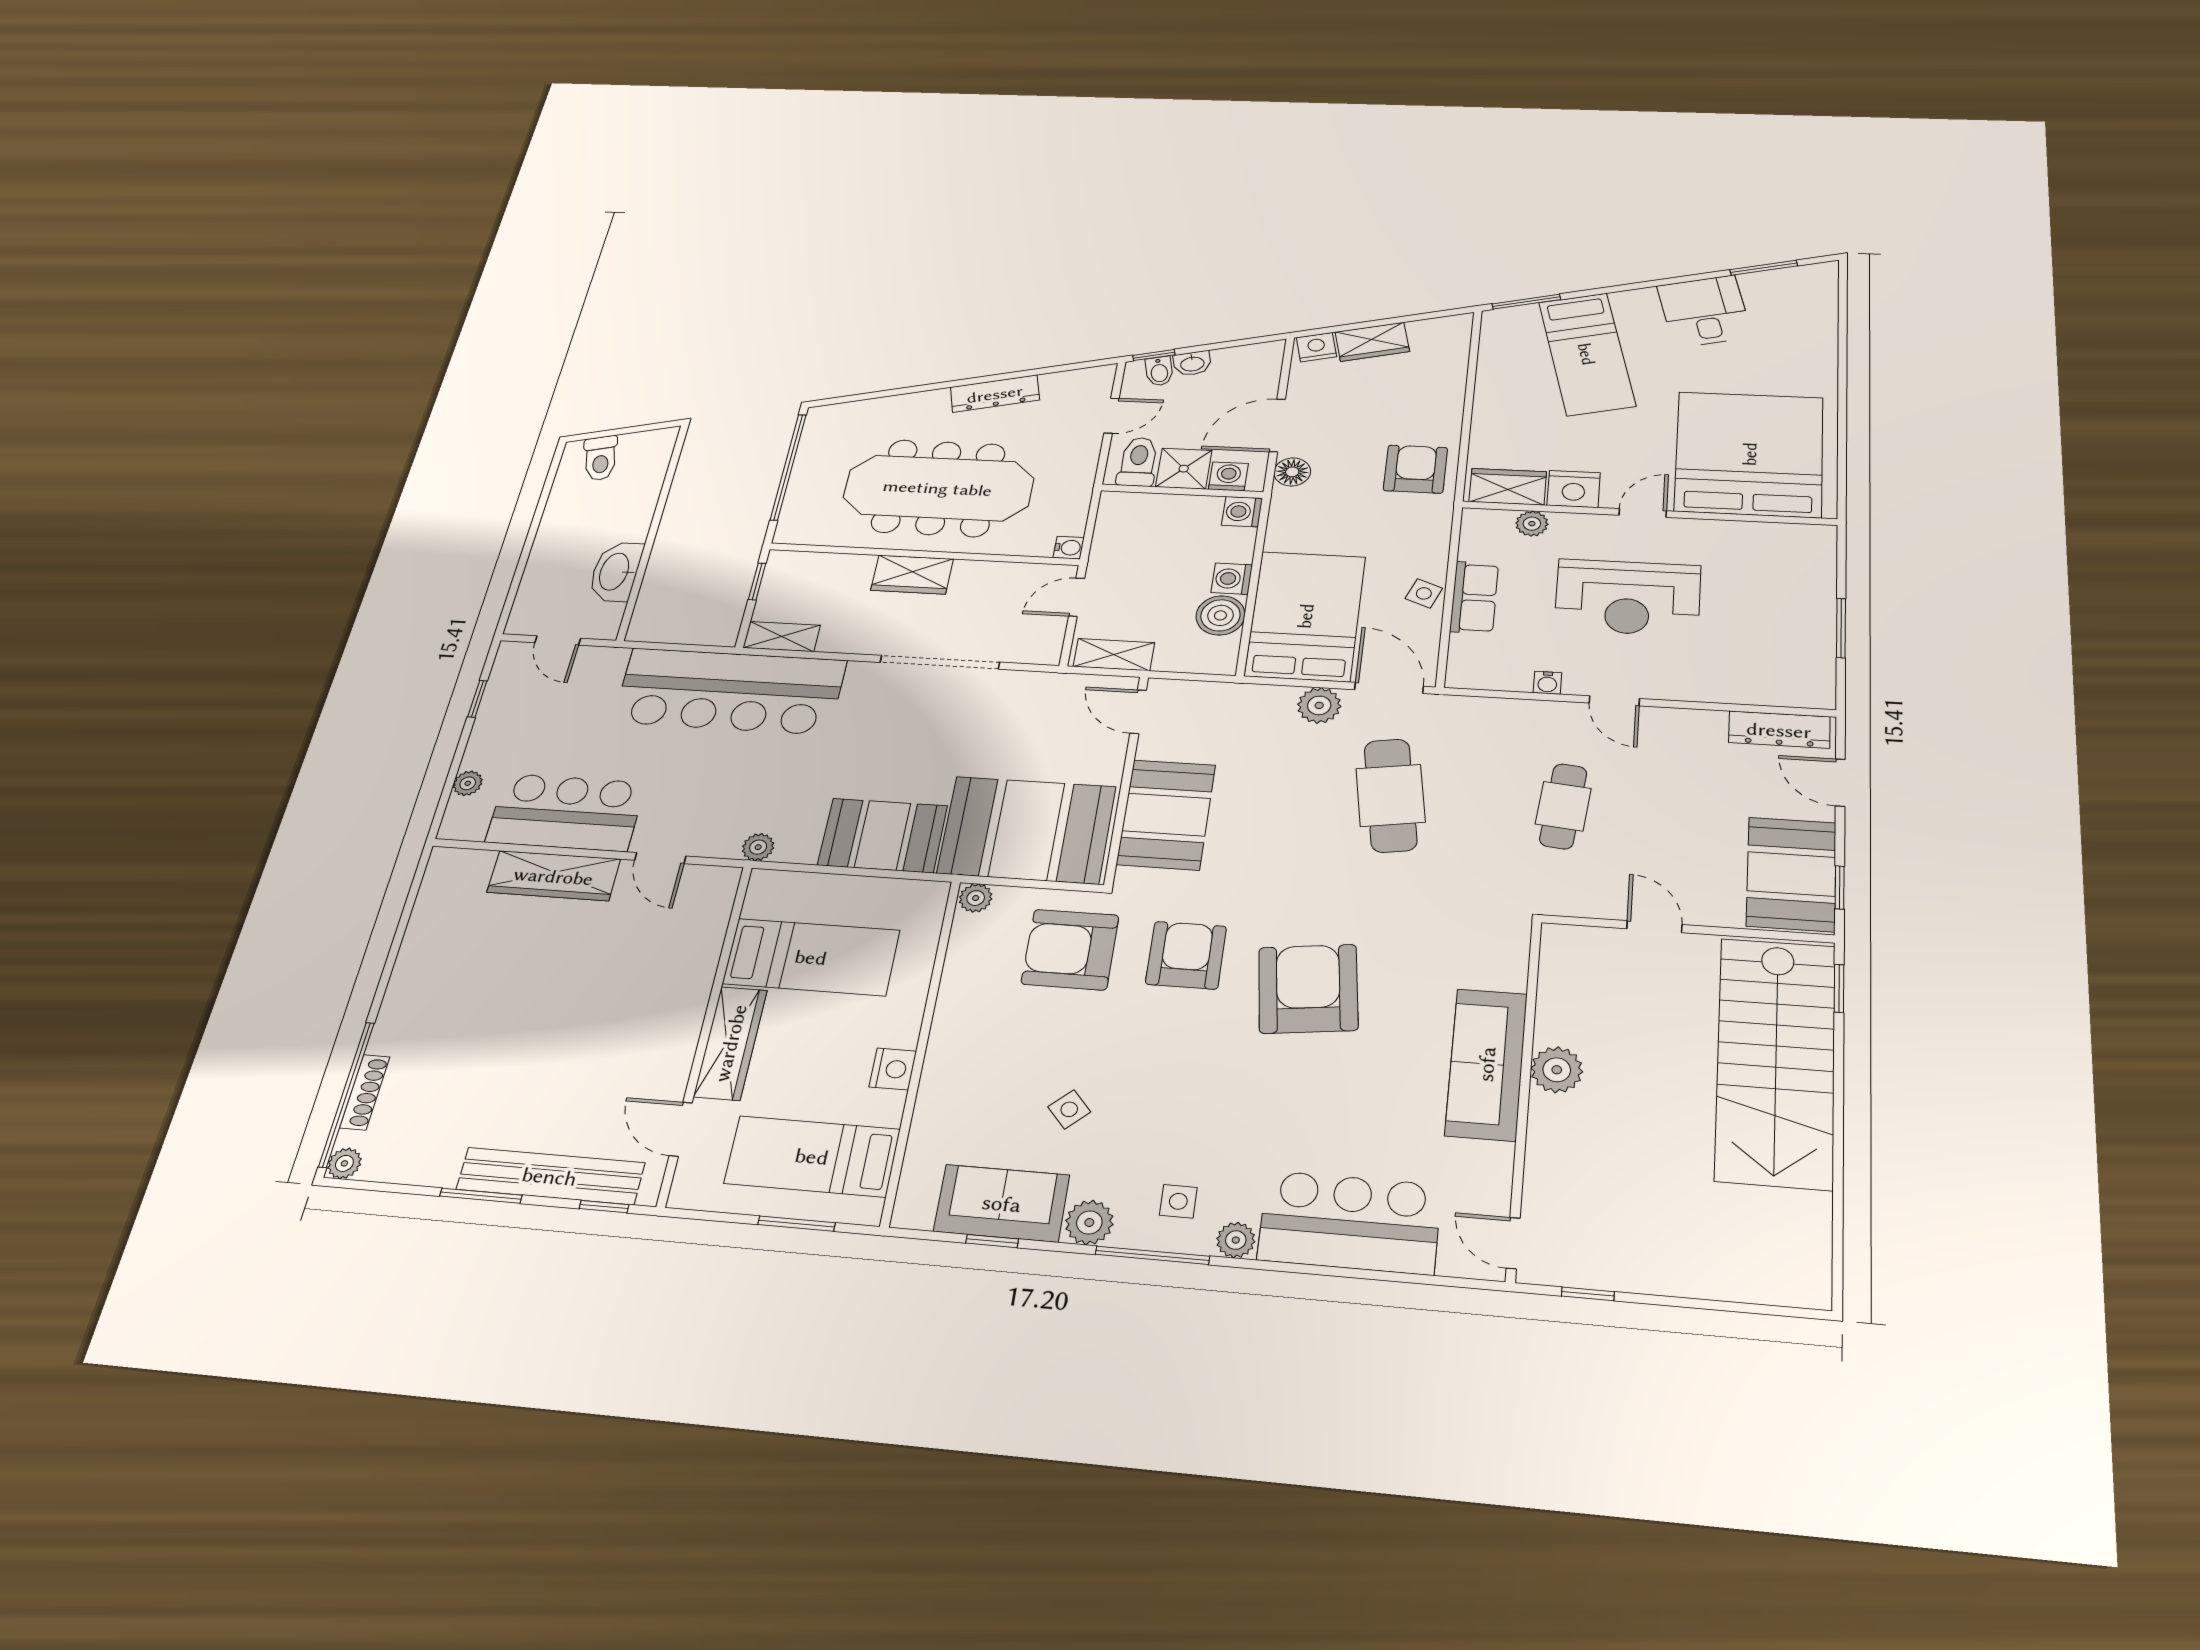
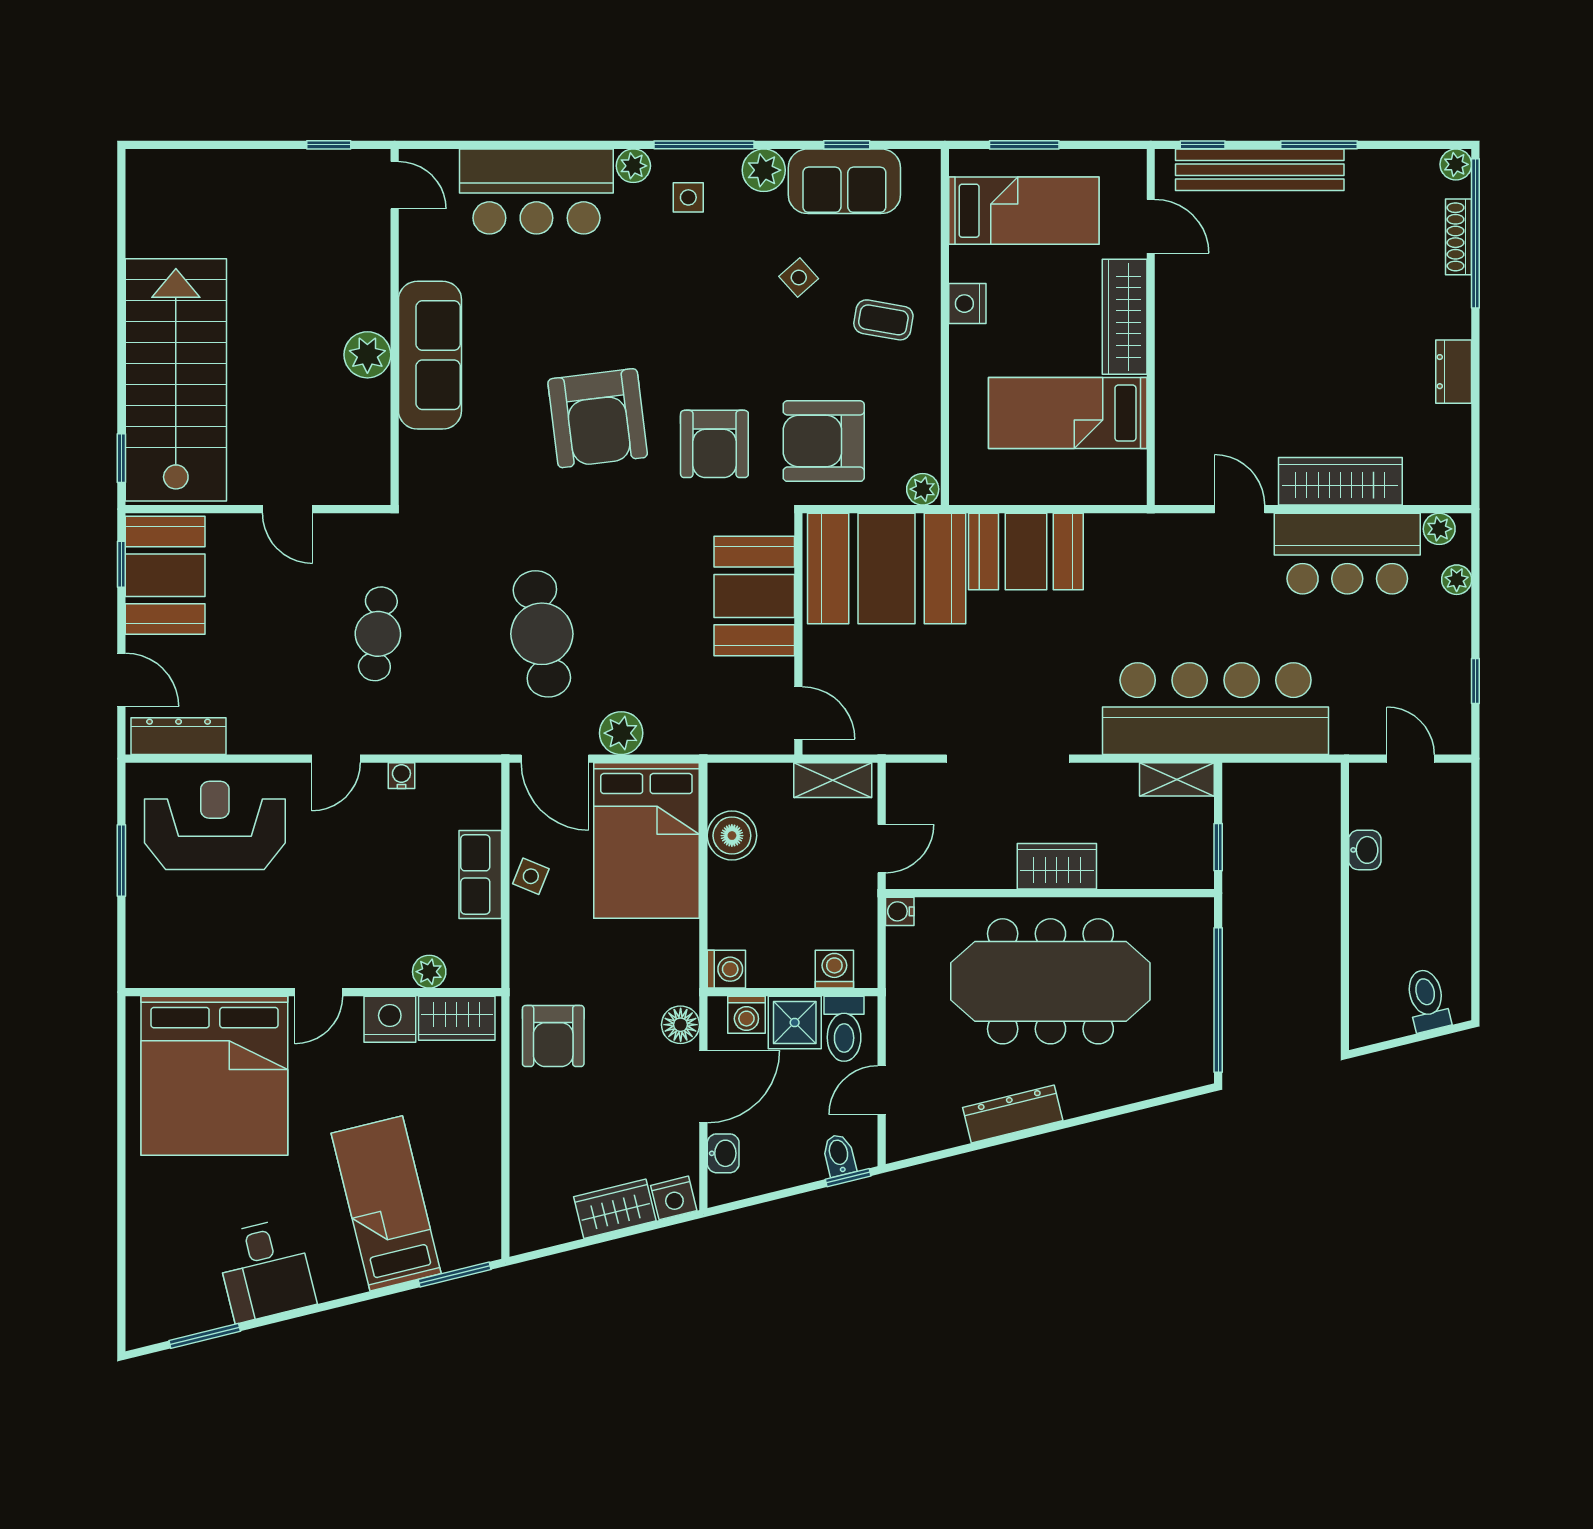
washbasin: (1192, 363) -> (723, 1153), moved, turned 104
washbasin: (615, 572) -> (1365, 850), width x0.52, depth x0.69
washing machine: (1232, 579) -> (834, 969), moved, turned -90
reception desk: (1628, 597) -> (215, 825), moved
door: (1614, 701) -> (336, 759), swing flipped
plant: (758, 847) -> (1439, 529), moved
armchair: (1070, 950) -> (824, 441), turned 180
dresser: (411, 966) -> (1454, 372), added
coffee table: (985, 1060) -> (883, 320), added

